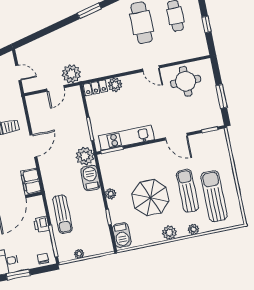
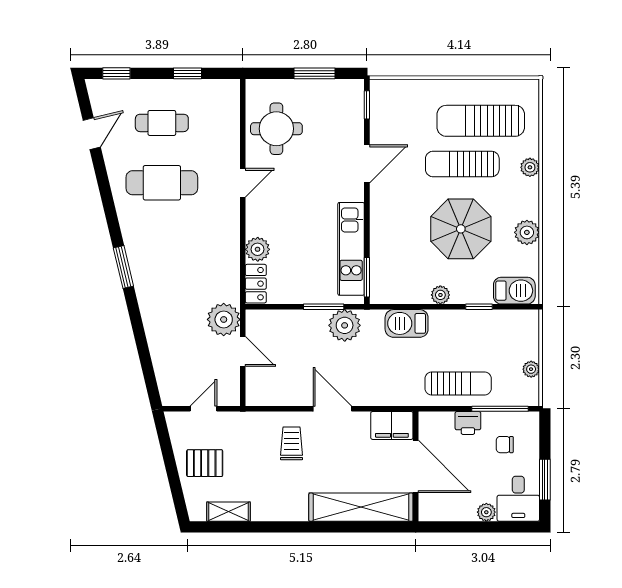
plant: (85, 156) -> (345, 325), moved
plant: (169, 233) -> (527, 232), moved
chair: (43, 259) -> (505, 445), moved

